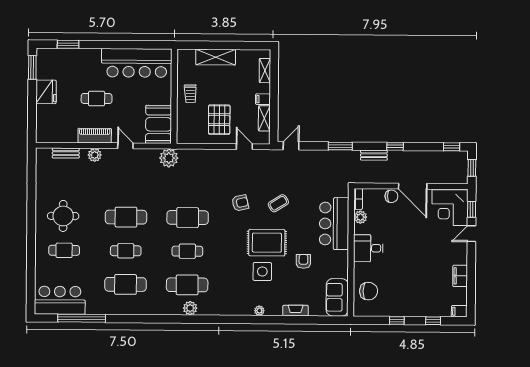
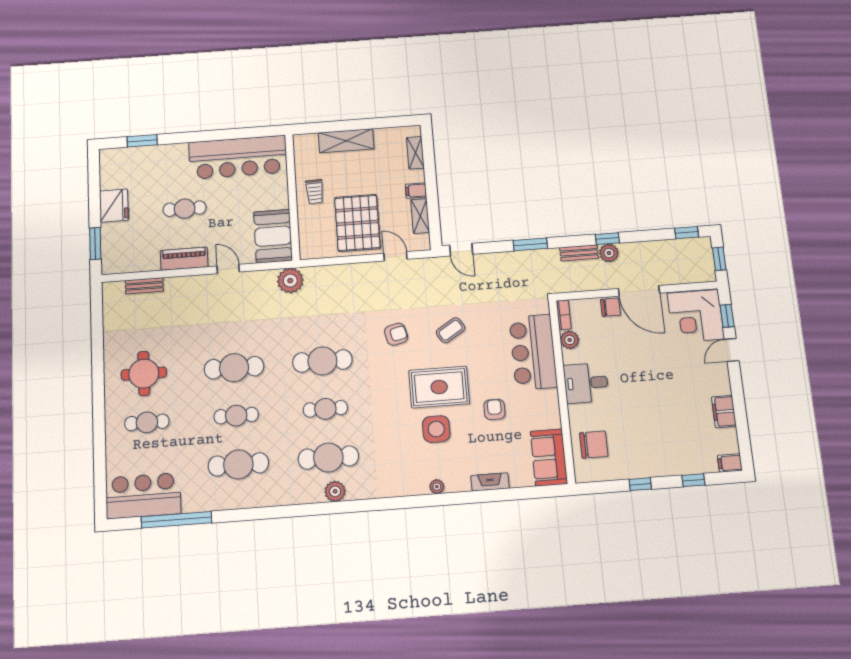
window: (32, 67) -> (95, 244), moved
pallet: (219, 120) -> (357, 223), width x1.37, depth x1.41
door: (291, 146) -> (461, 250), swing flipped
plant: (95, 155) -> (609, 253), moved

